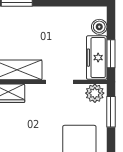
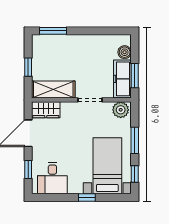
window: (111, 112) -> (135, 140), moved

